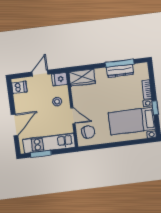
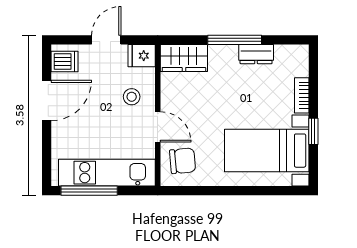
window: (120, 63) -> (235, 40), moved
dresser: (120, 71) -> (256, 54), width x0.70
door: (15, 125) -> (47, 100), moved
window: (41, 154) -> (89, 191), width x1.44

